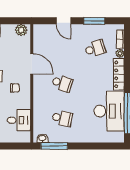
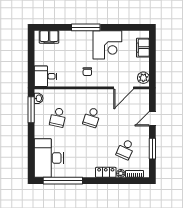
school desk: (95, 48) -> (126, 149), turned 42
door: (32, 64) -> (124, 88), moved
locker: (119, 74) -> (106, 172), width x0.66
desk: (109, 111) -> (49, 158), moved, turned 90
desk: (19, 120) -> (45, 76), moved, turned 90

